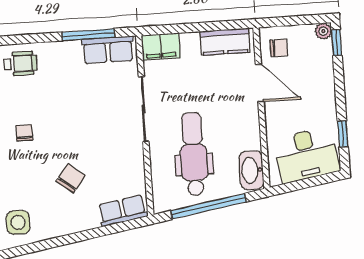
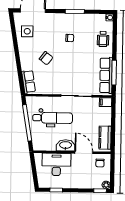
filing cabinet: (161, 47) -> (105, 102), width x0.50
row of seats: (108, 50) -> (106, 75), width x1.48
door: (260, 83) -> (84, 152), swing flipped
desk: (306, 155) -> (56, 164), moved, turned 99
washbasin: (251, 170) -> (66, 145), moved

